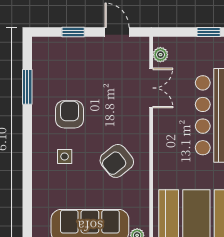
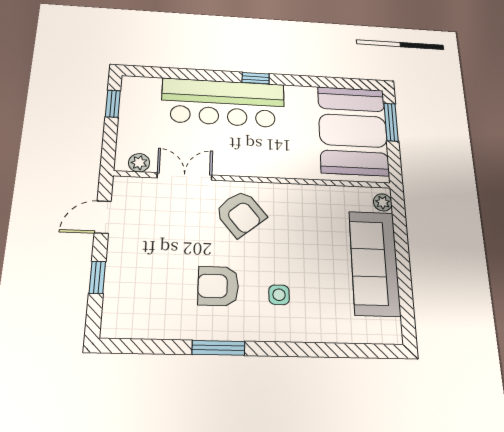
window: (27, 87) -> (218, 348), moved
armchair: (117, 161) -> (241, 213), moved

